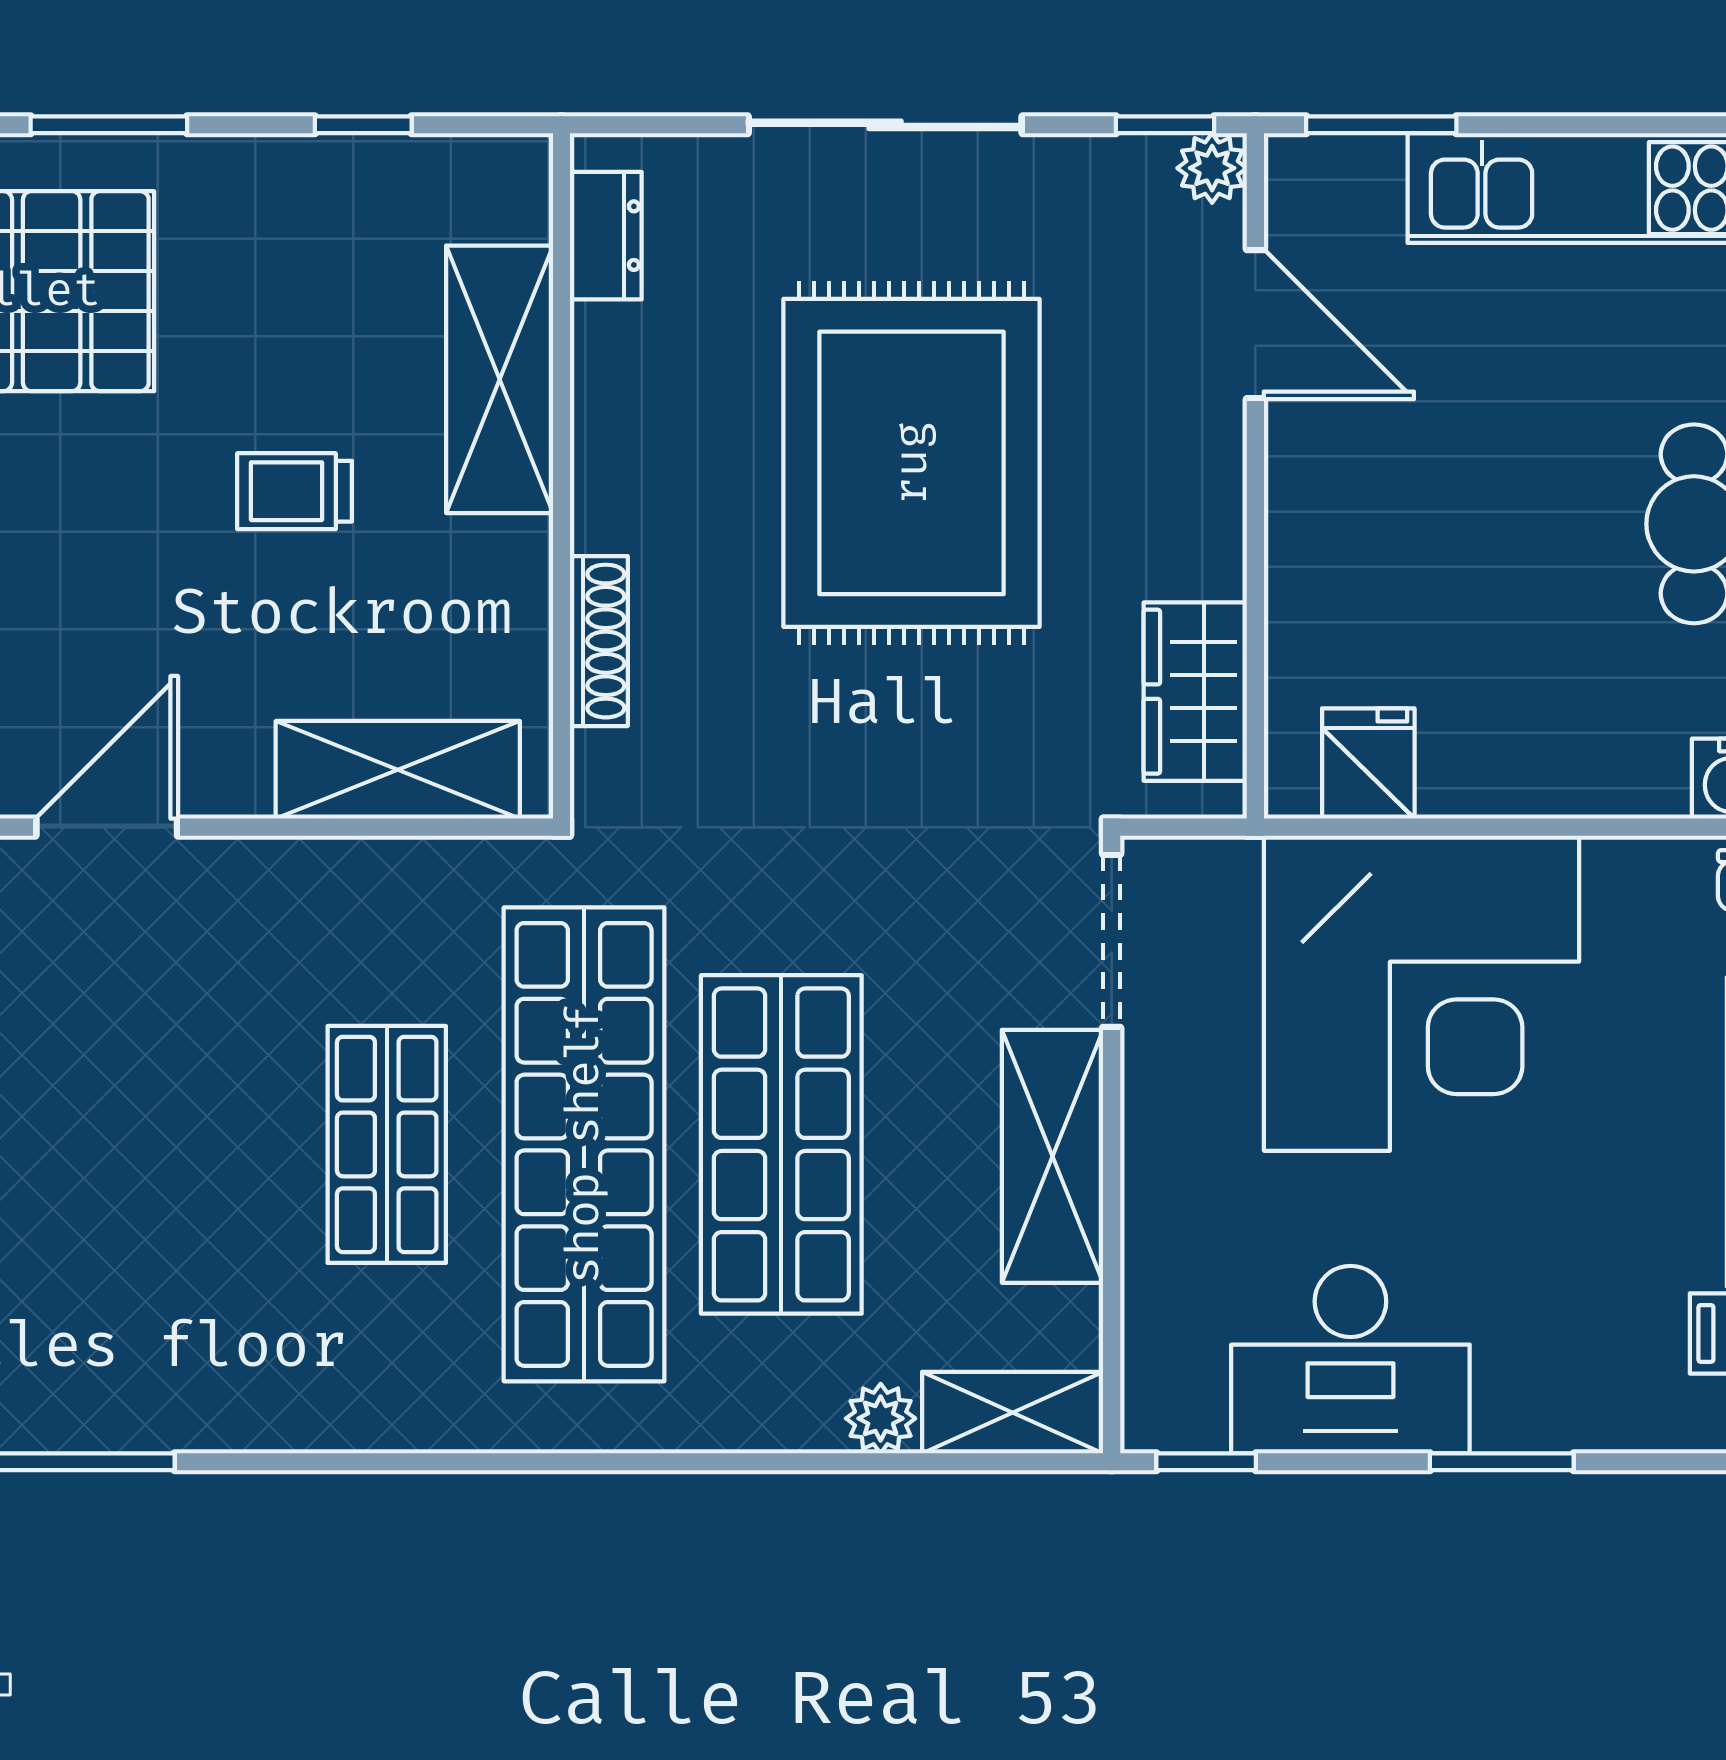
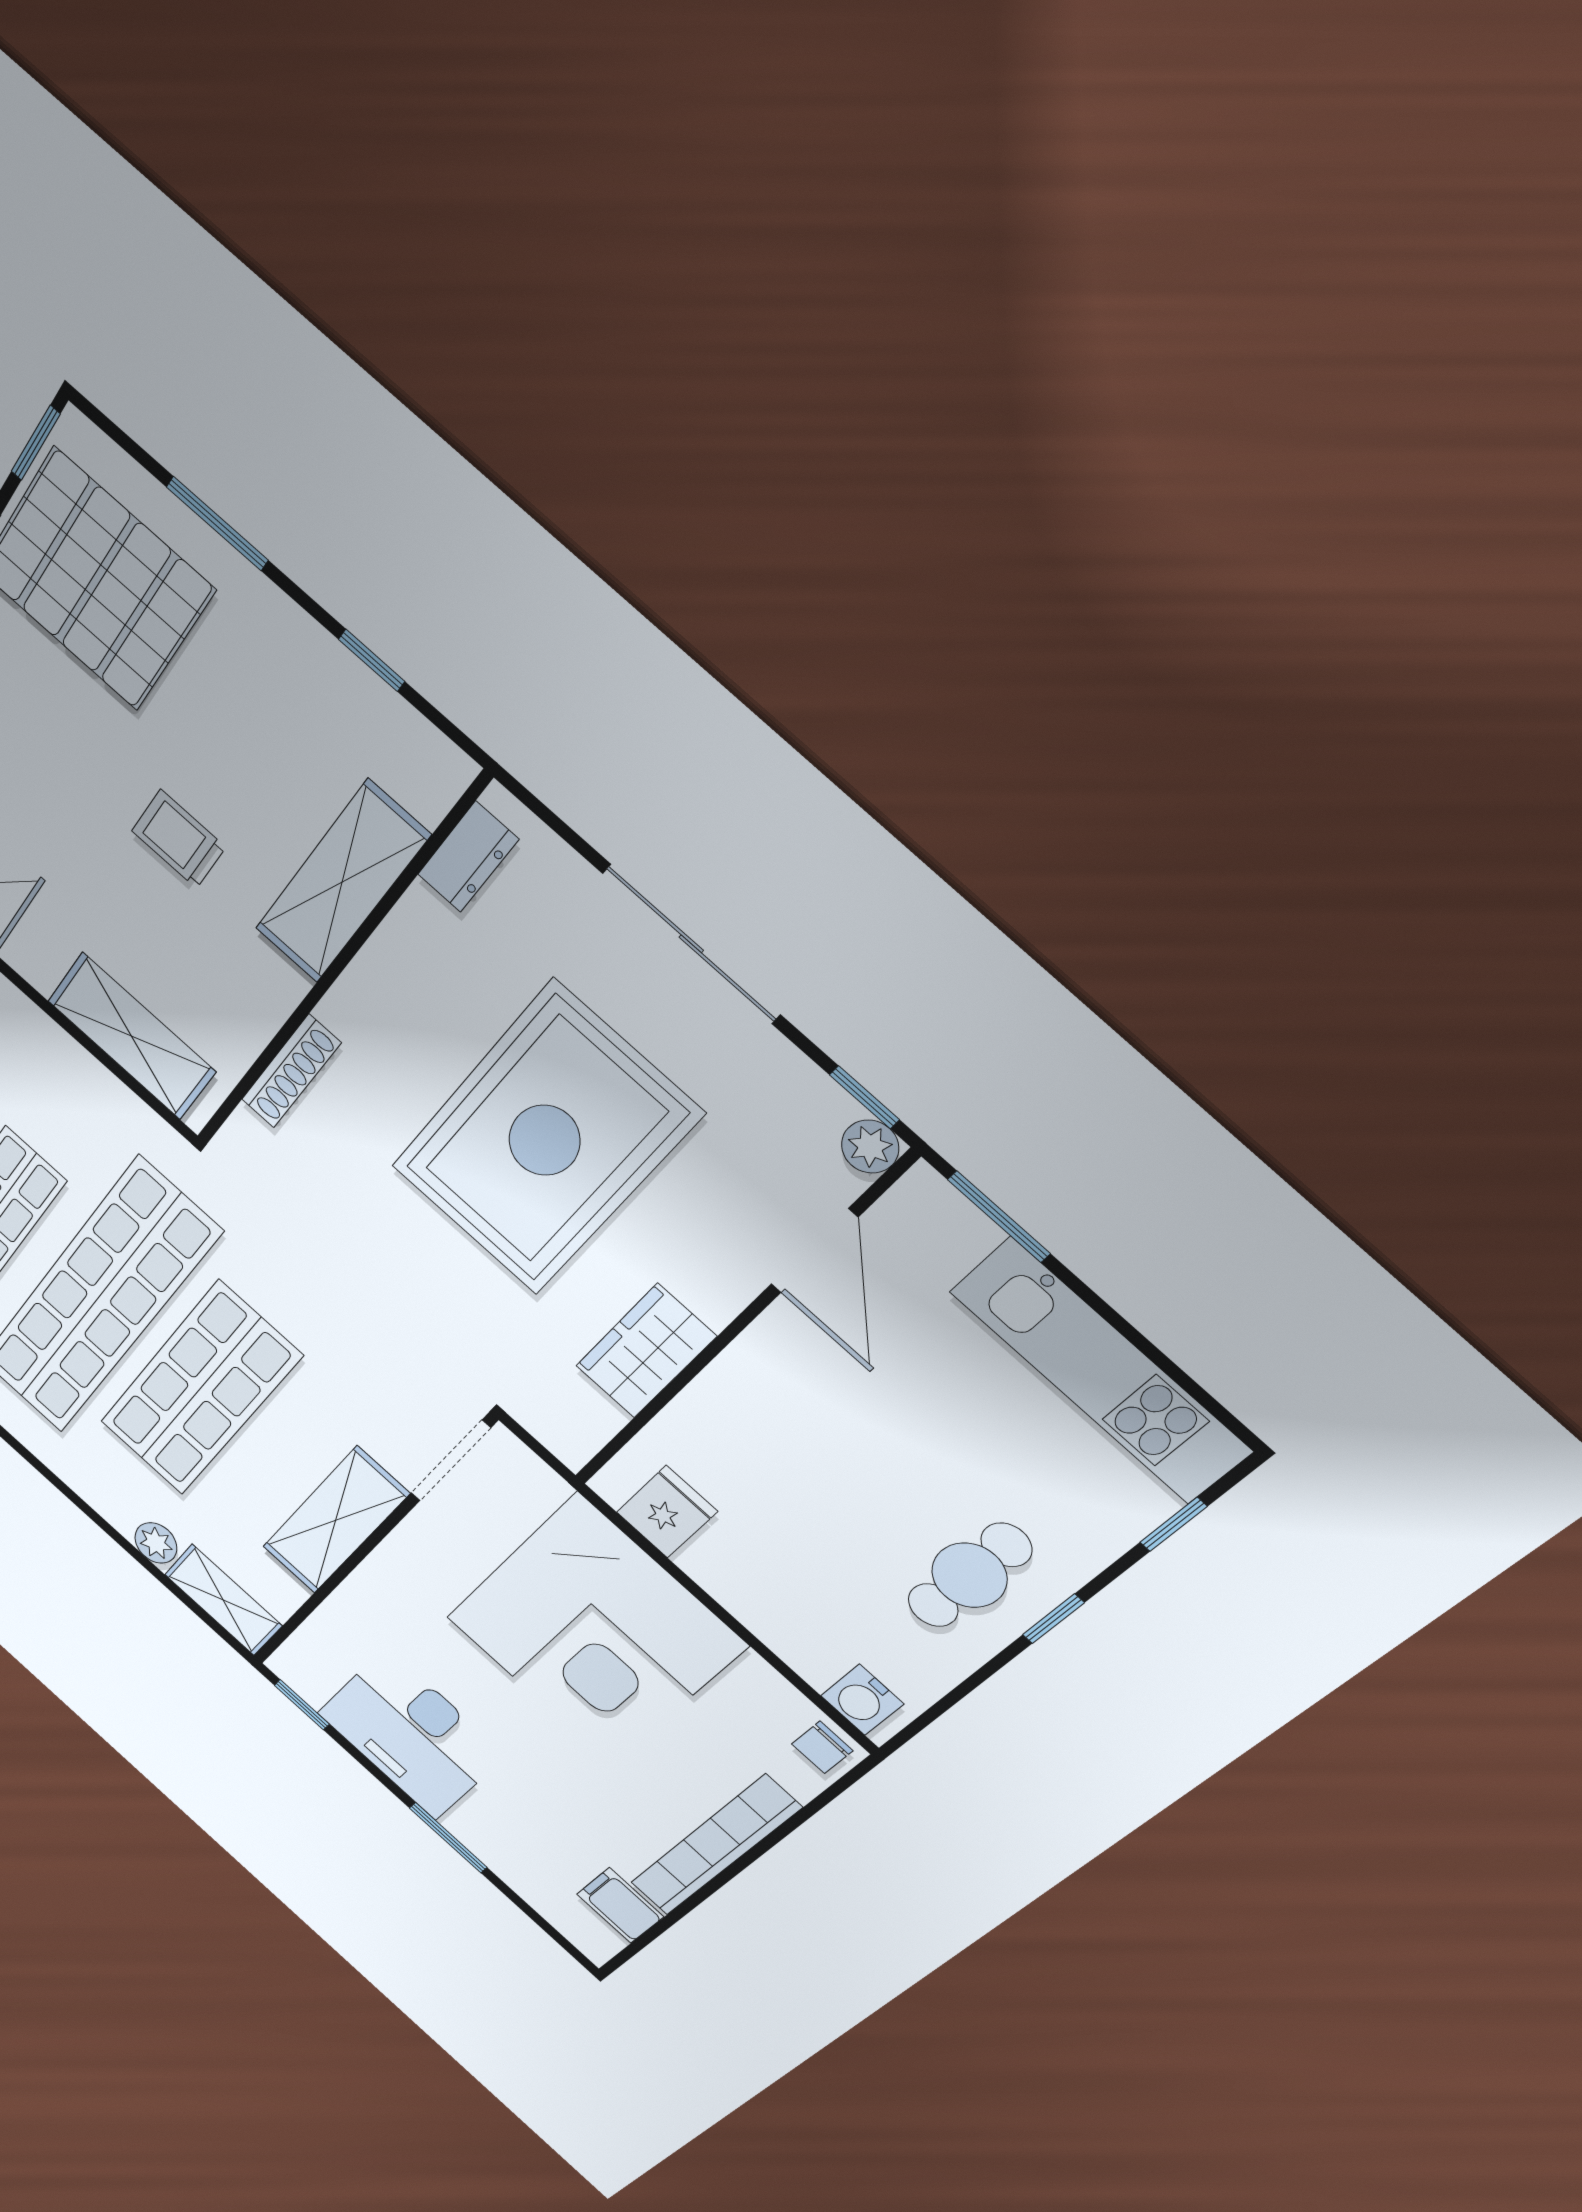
wardrobe: (1195, 692) -> (646, 1351), moved

